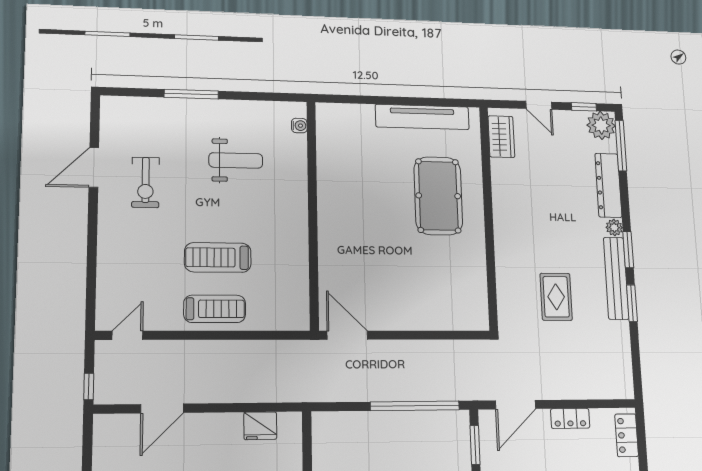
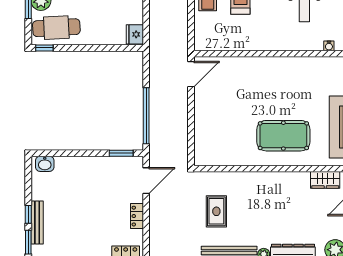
rug: (556, 297) -> (216, 211), turned 90
door: (515, 405) -> (146, 181), swing flipped
fridge: (260, 426) -> (135, 34), moved

